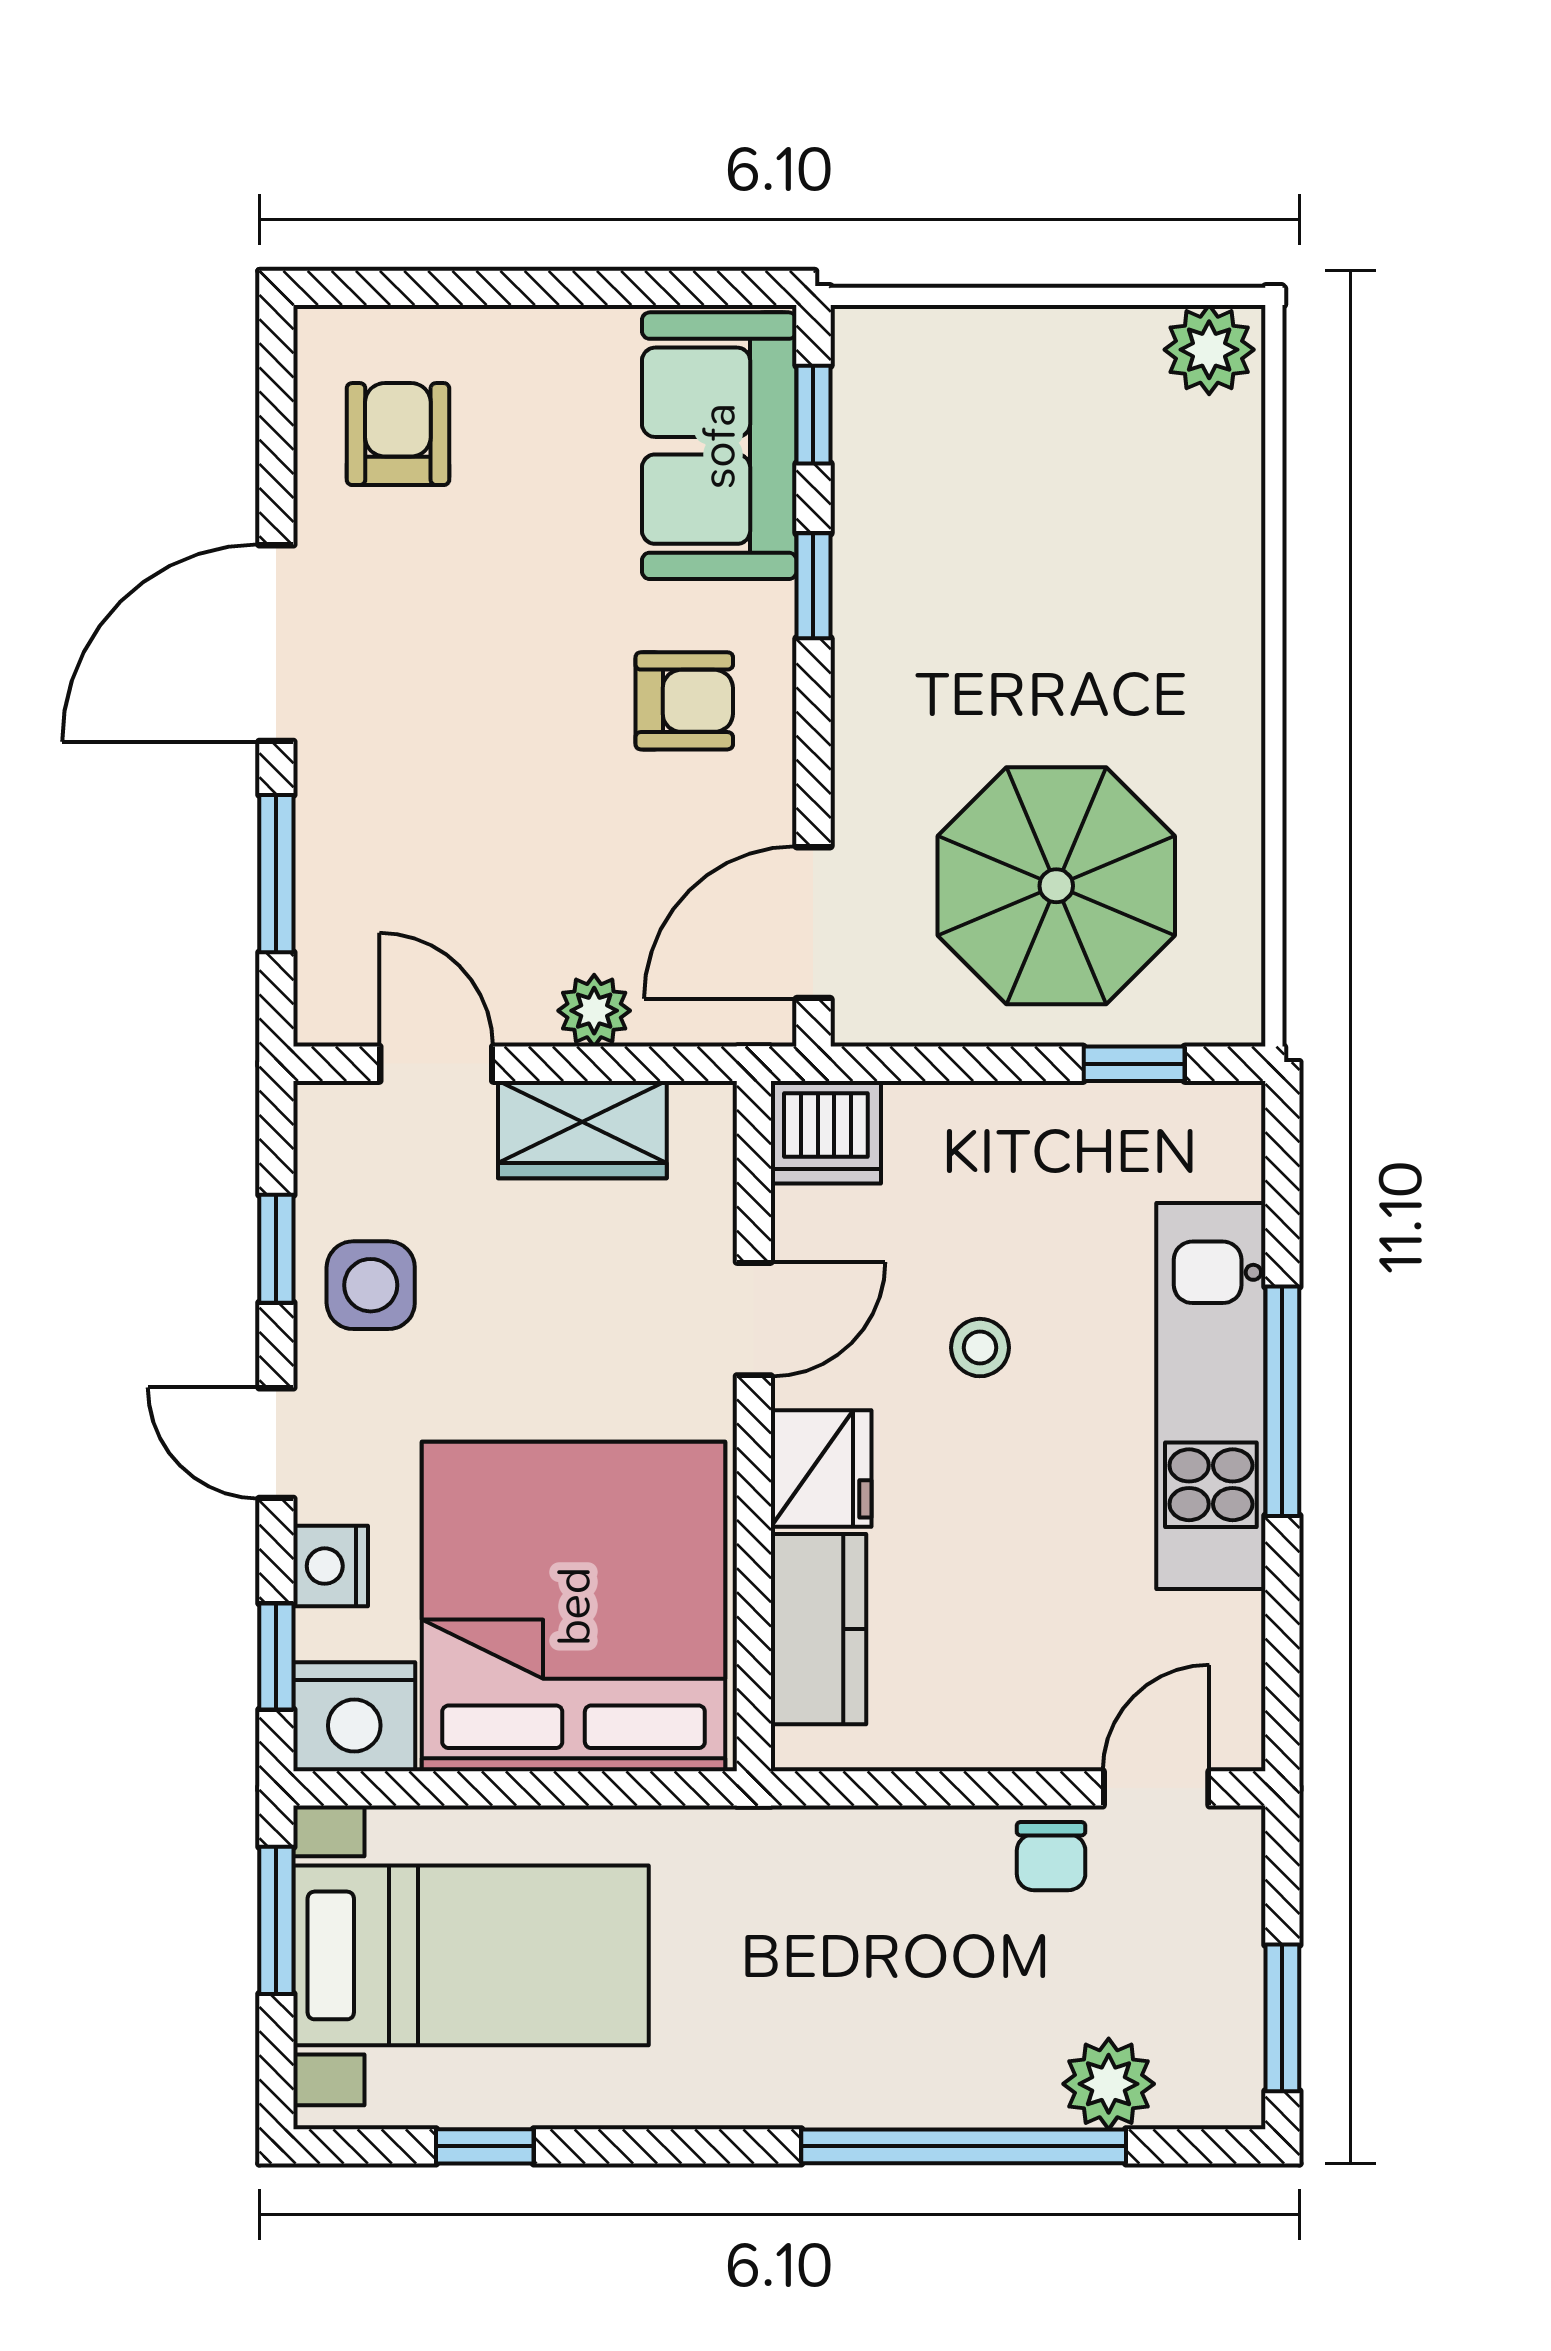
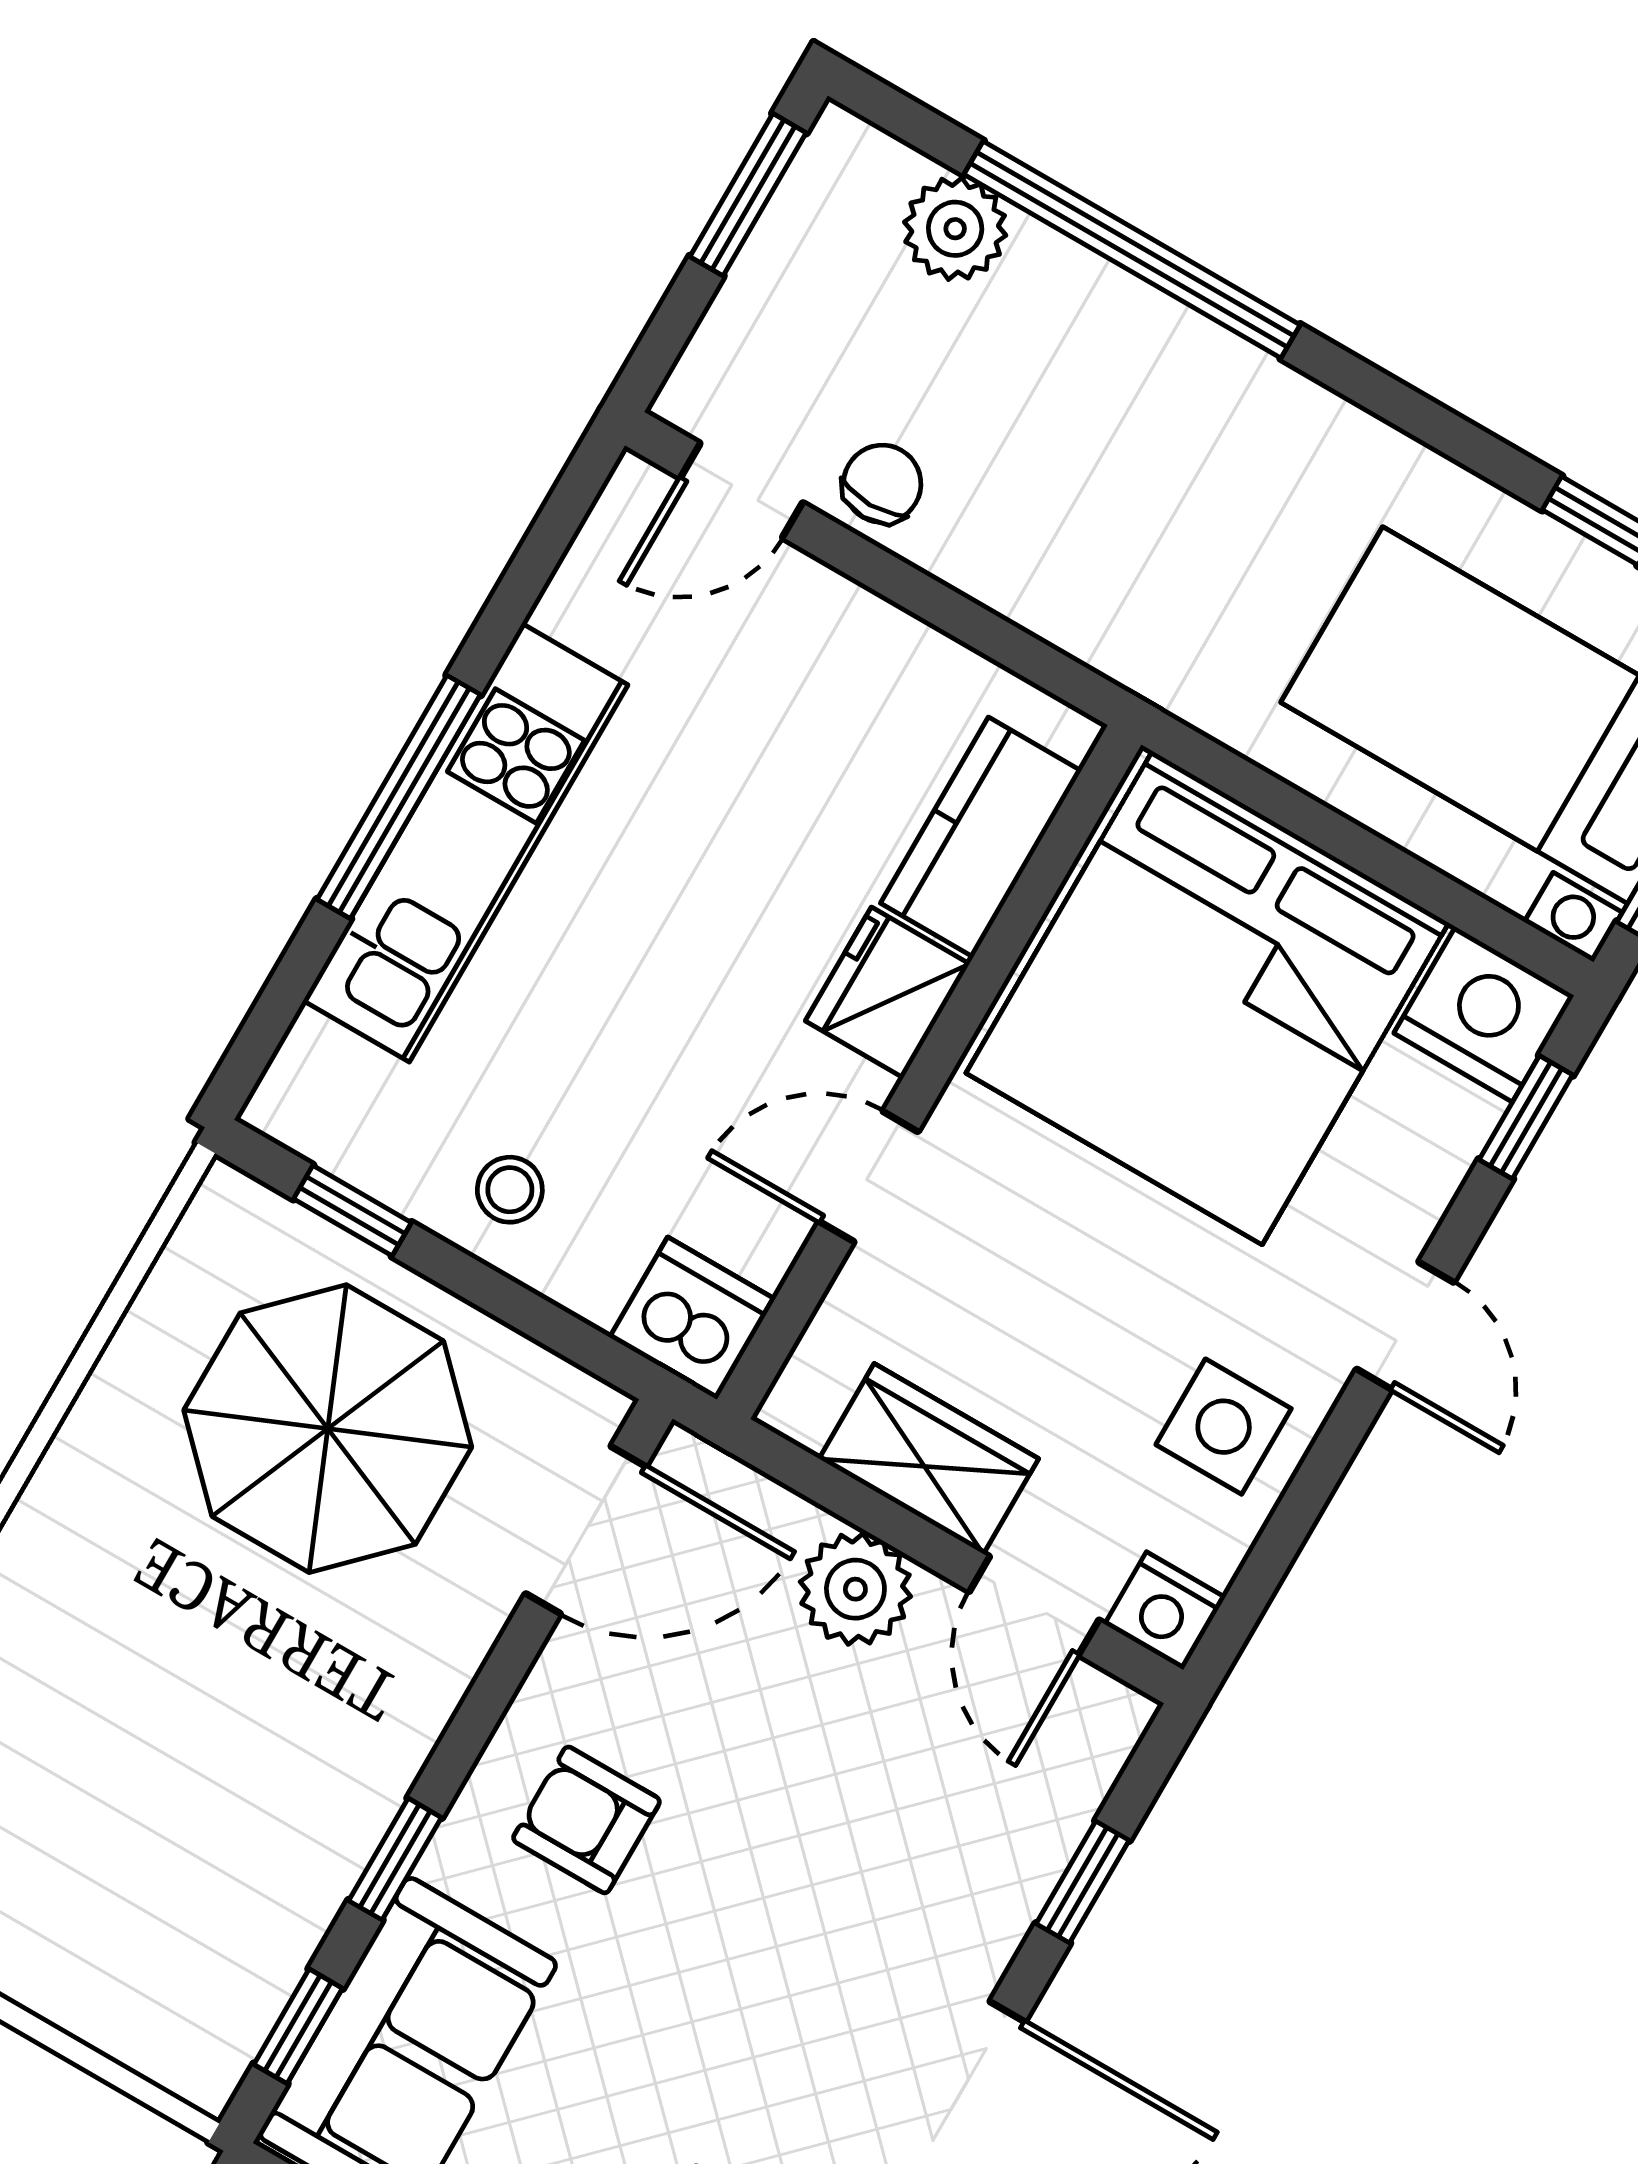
window: (276, 874) -> (1083, 1882), width x0.67
plant: (594, 1011) -> (855, 1589), width x1.38, depth x1.38
window: (276, 1249) -> (1295, 1516), removed
stool: (980, 1348) -> (510, 1190), moved
nightstand: (331, 1566) -> (1165, 1611), moved, turned 90

